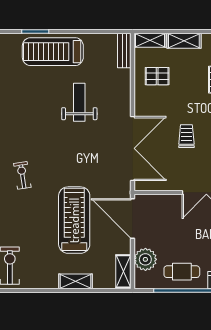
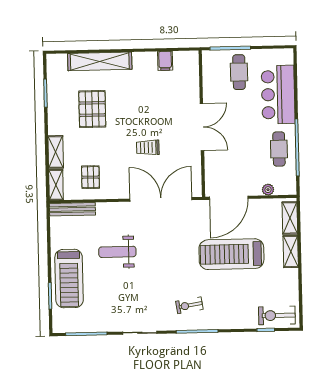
bench: (124, 50) -> (72, 209), width x1.36
plant: (145, 259) -> (268, 190), width x0.53, depth x0.53
shelving: (123, 271) -> (290, 218), moved, turned 90

